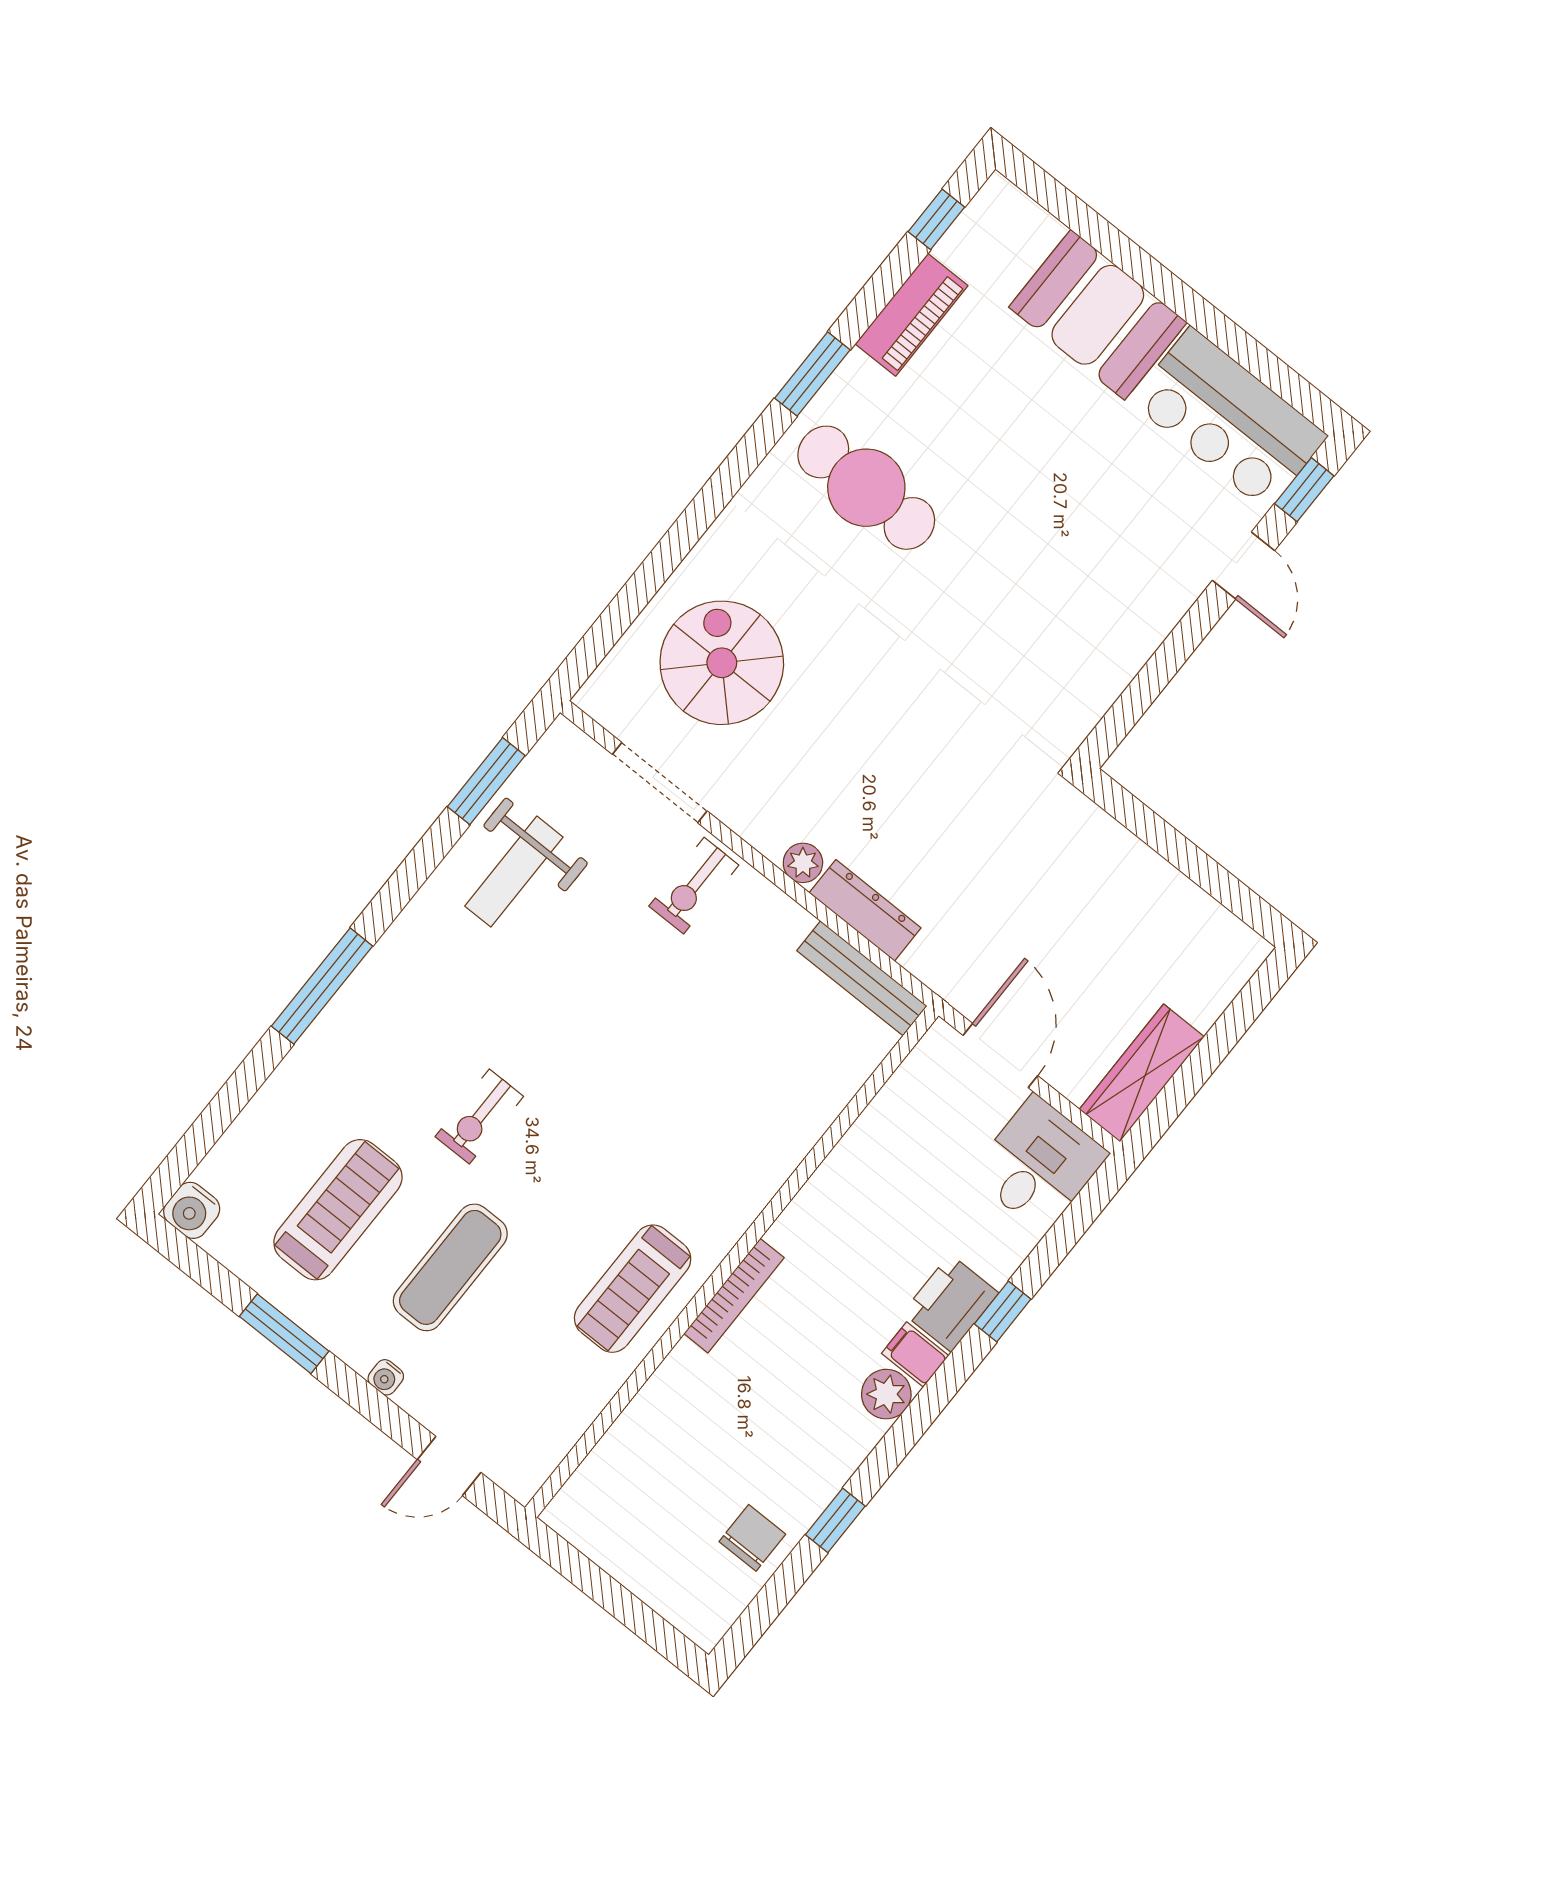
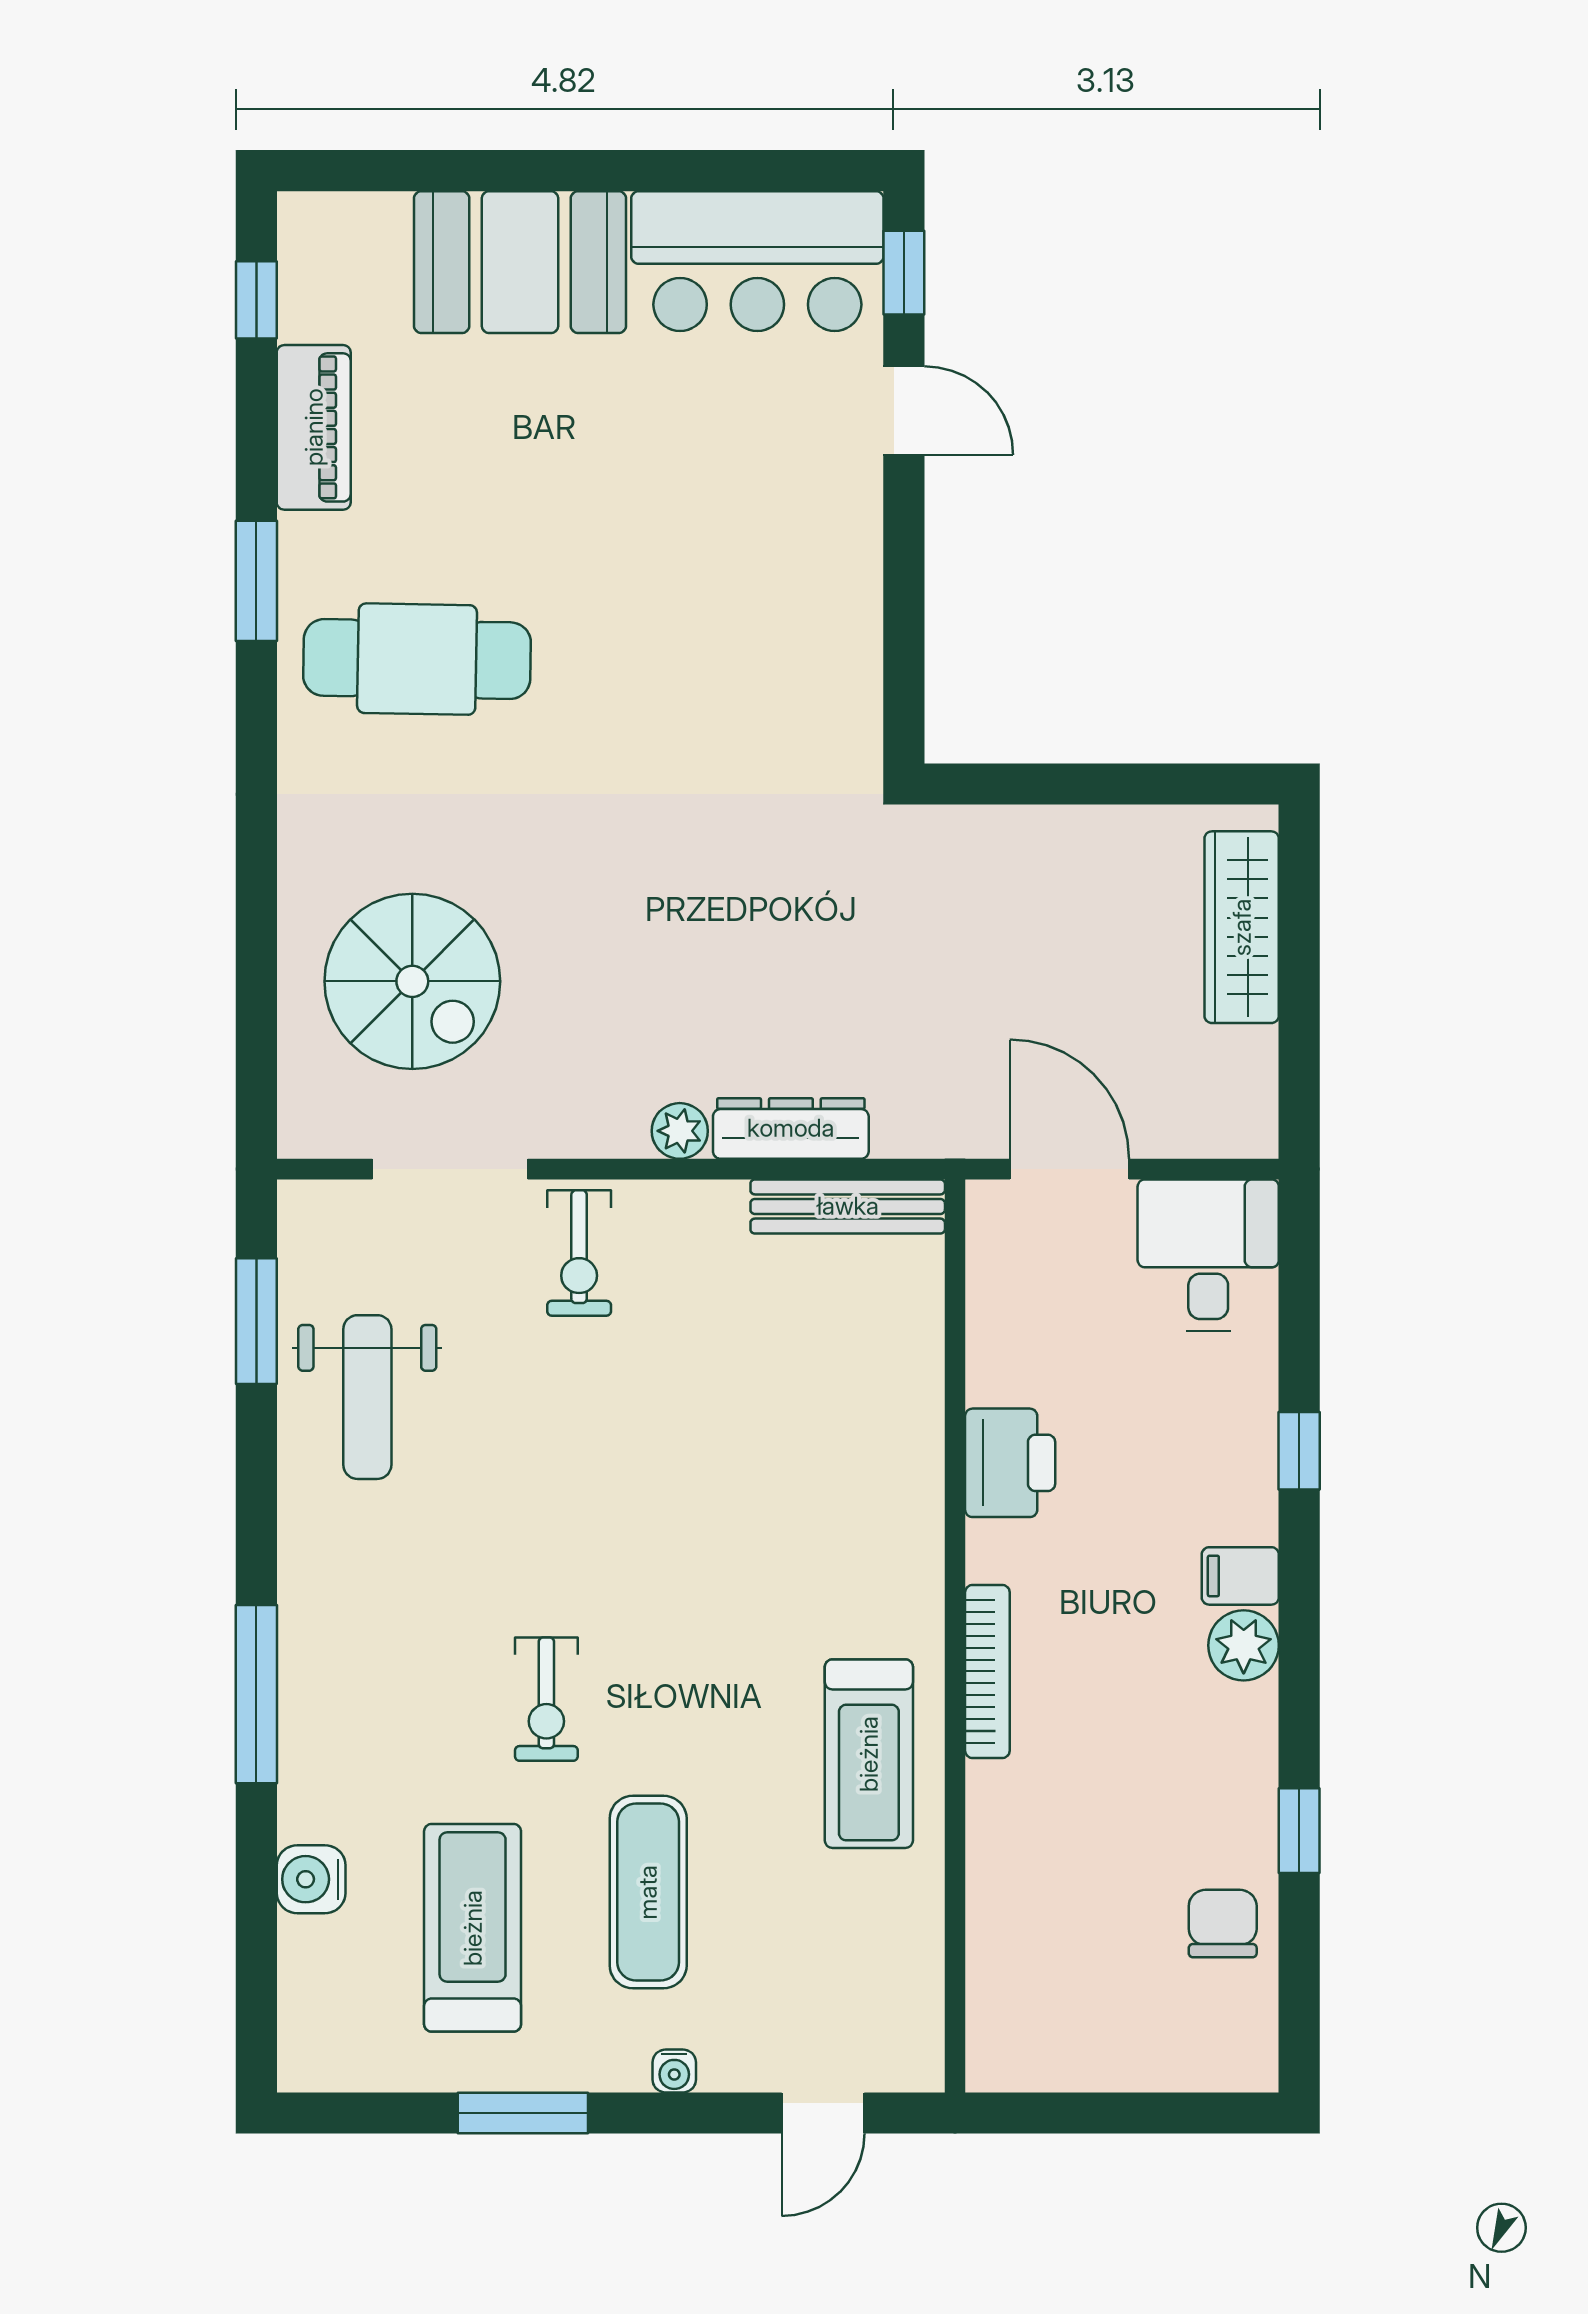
spiral stairs: (722, 663) -> (412, 981), turned 180
wardrobe: (1142, 1073) -> (1242, 927), moved
water cooler: (192, 1210) -> (311, 1879), moved, turned 90
printer: (951, 1303) -> (1010, 1463), moved, turned 180

